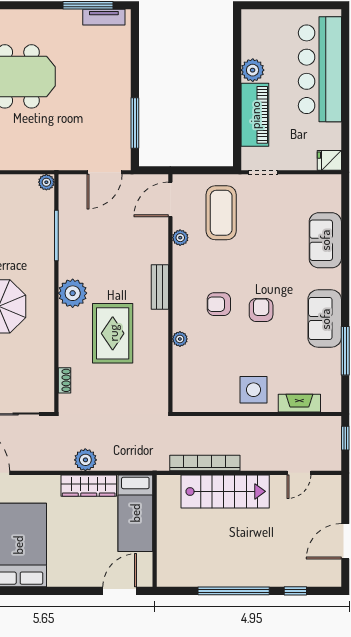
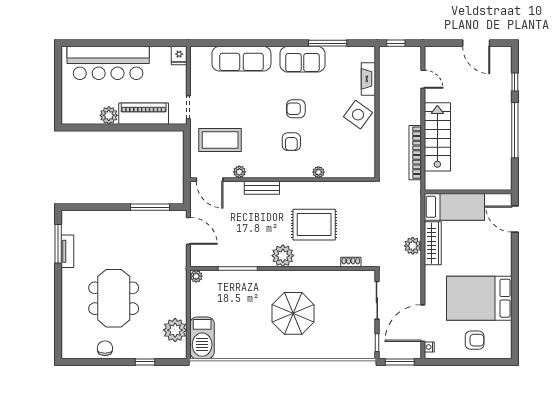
tv unit: (104, 17) -> (67, 251), moved
sofa: (325, 240) -> (241, 59), width x1.36
bench: (160, 287) -> (262, 188), moved
side table: (254, 390) -> (358, 115), turned 36

